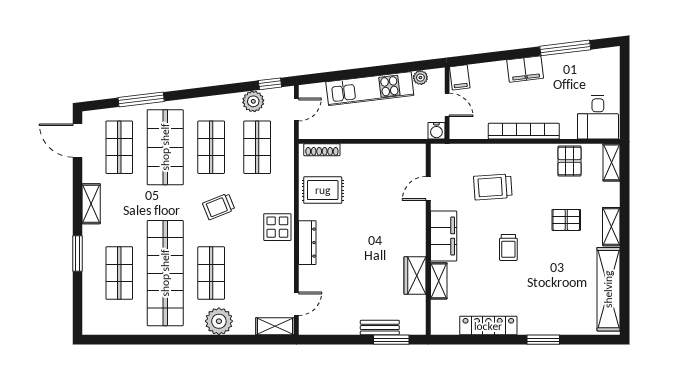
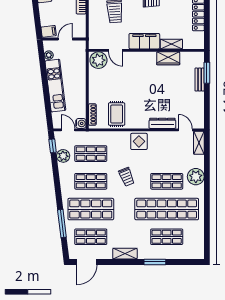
water cooler: (436, 131) -> (81, 123), moved
plant: (412, 160) -> (98, 60), added
dresser: (307, 243) -> (162, 123), moved

